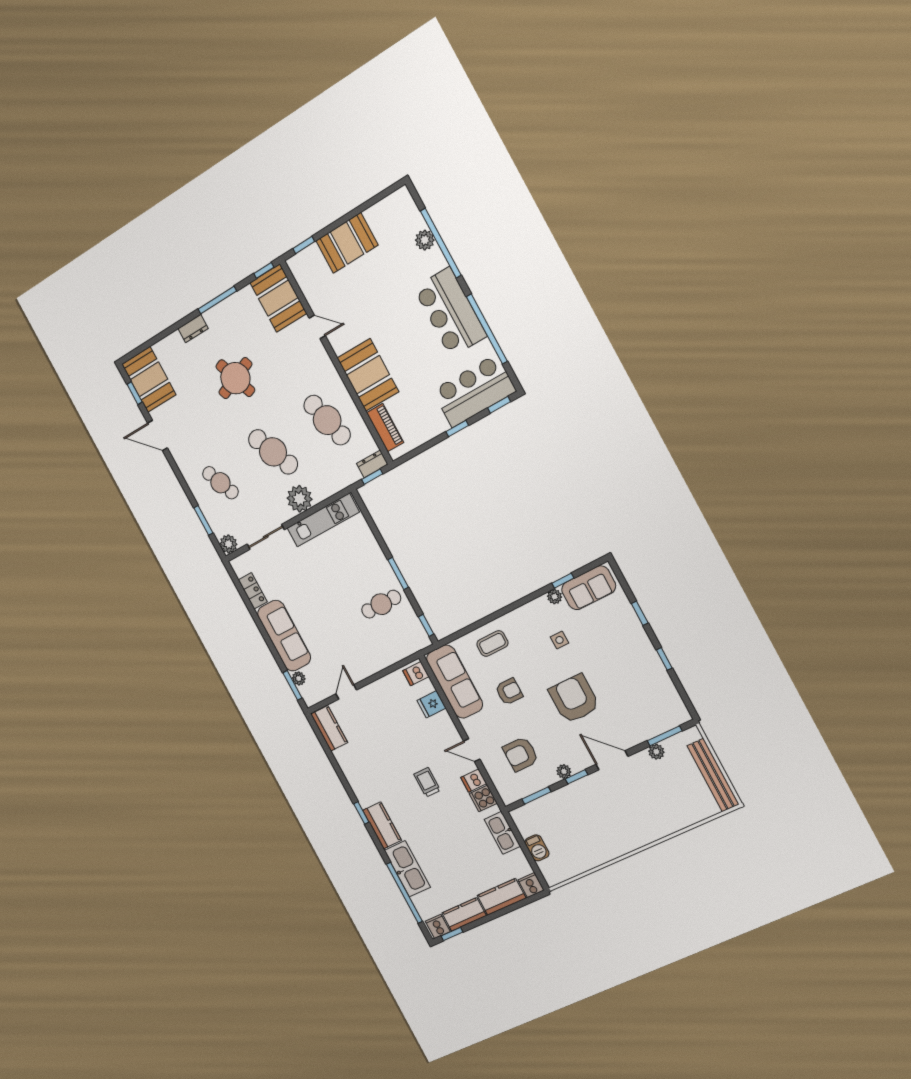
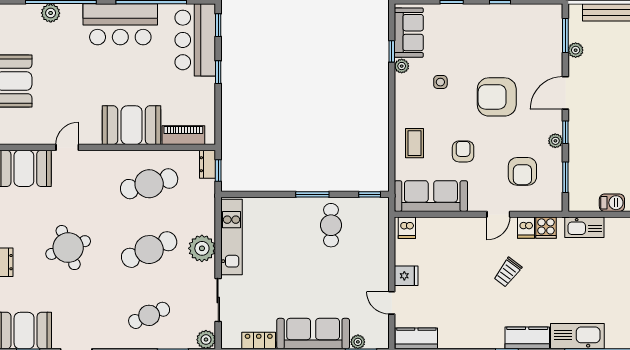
fridge: (431, 704) -> (406, 276), moved, turned -90
trolley: (427, 782) -> (508, 272), turned -53

